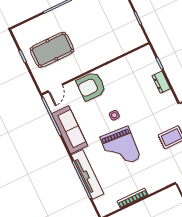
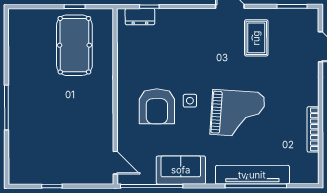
pool table: (52, 50) -> (74, 45), moved
dresser: (161, 82) -> (140, 17), moved
armchair: (91, 86) -> (157, 106), moved
sofa: (70, 130) -> (181, 170), width x0.73

